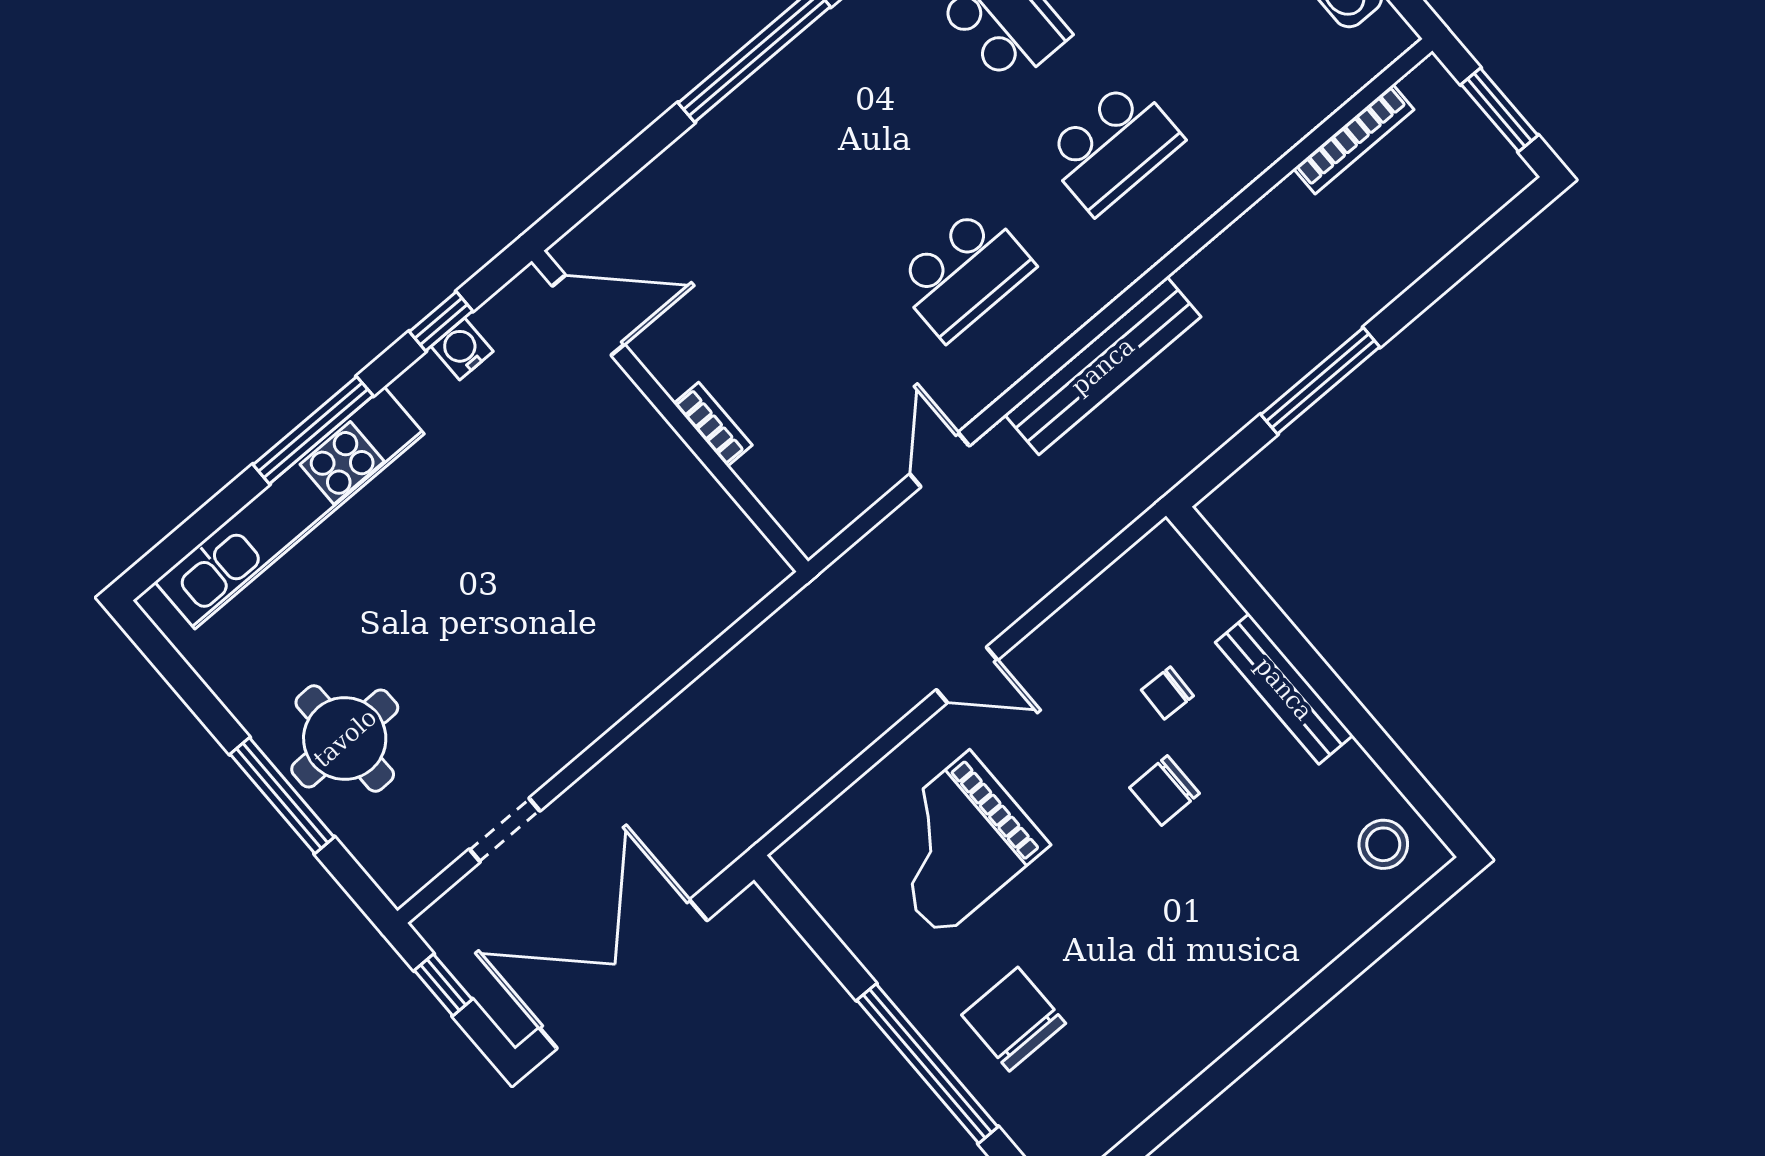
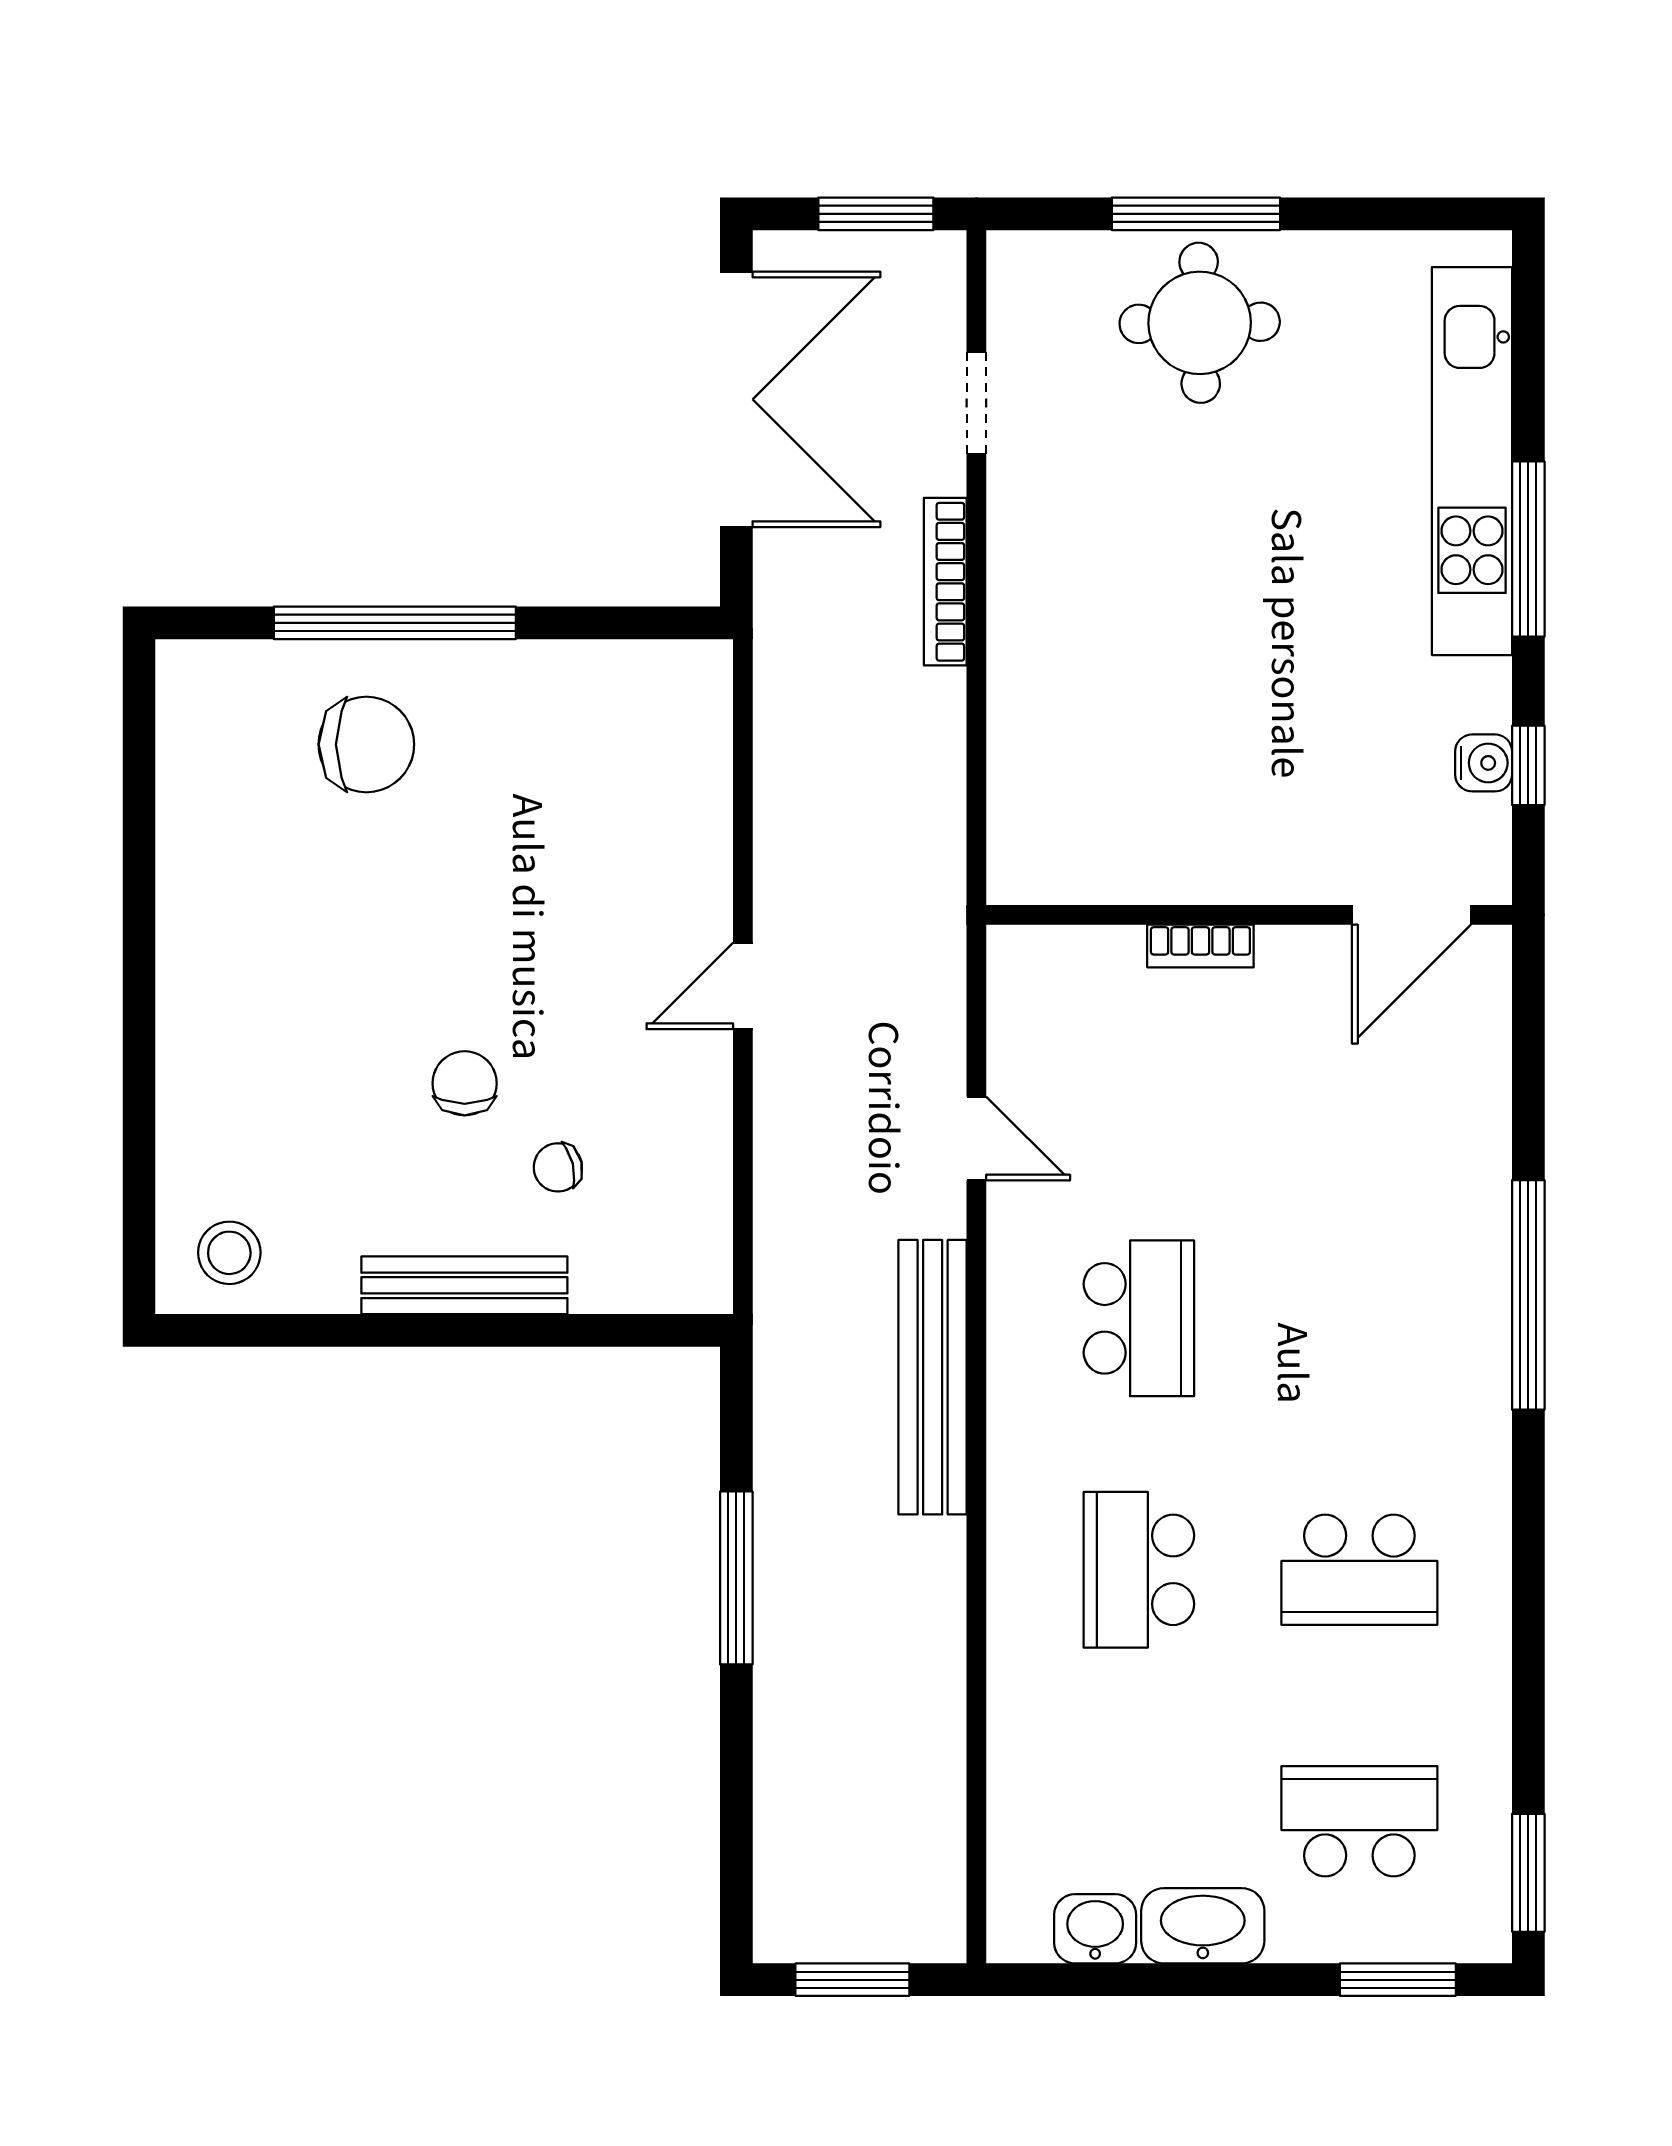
bookcase: (1354, 139) -> (945, 582), moved
school desk: (964, 273) -> (1139, 1318), turned 180
chair: (1167, 693) -> (558, 1167), turned -106
grand piano: (955, 844) -> (587, 833), removed
window: (443, 985) -> (876, 214), width x1.50

